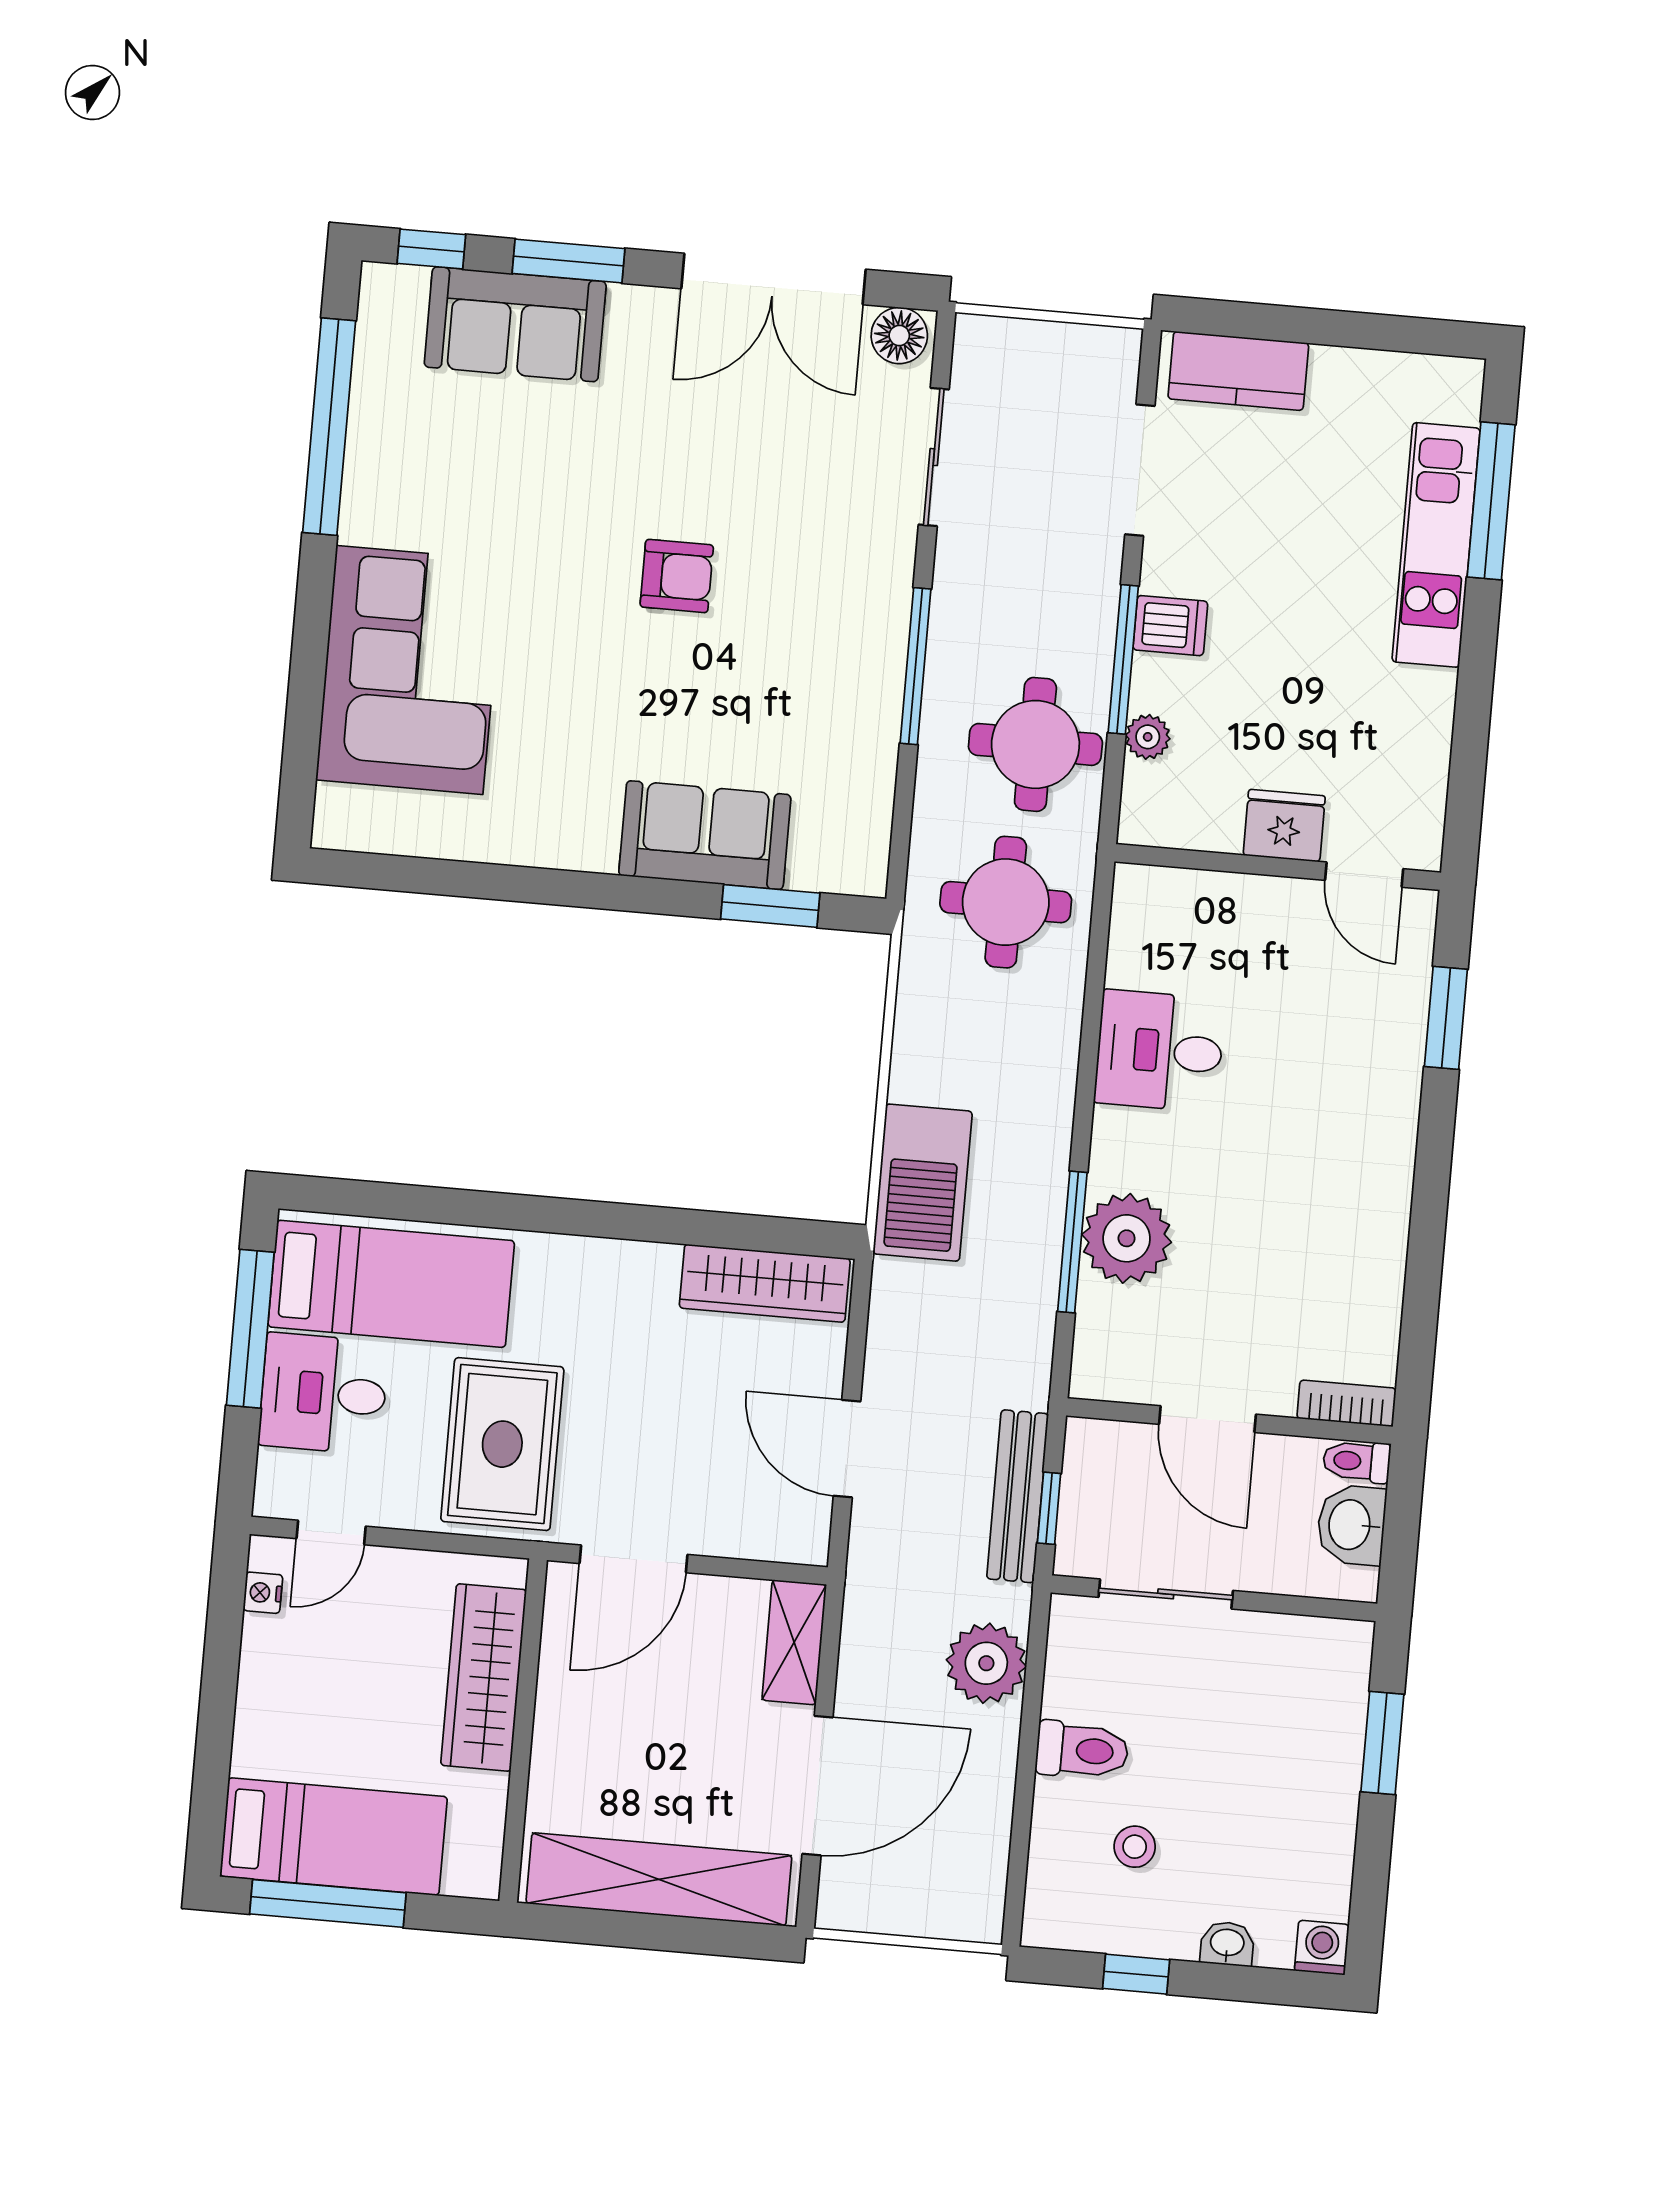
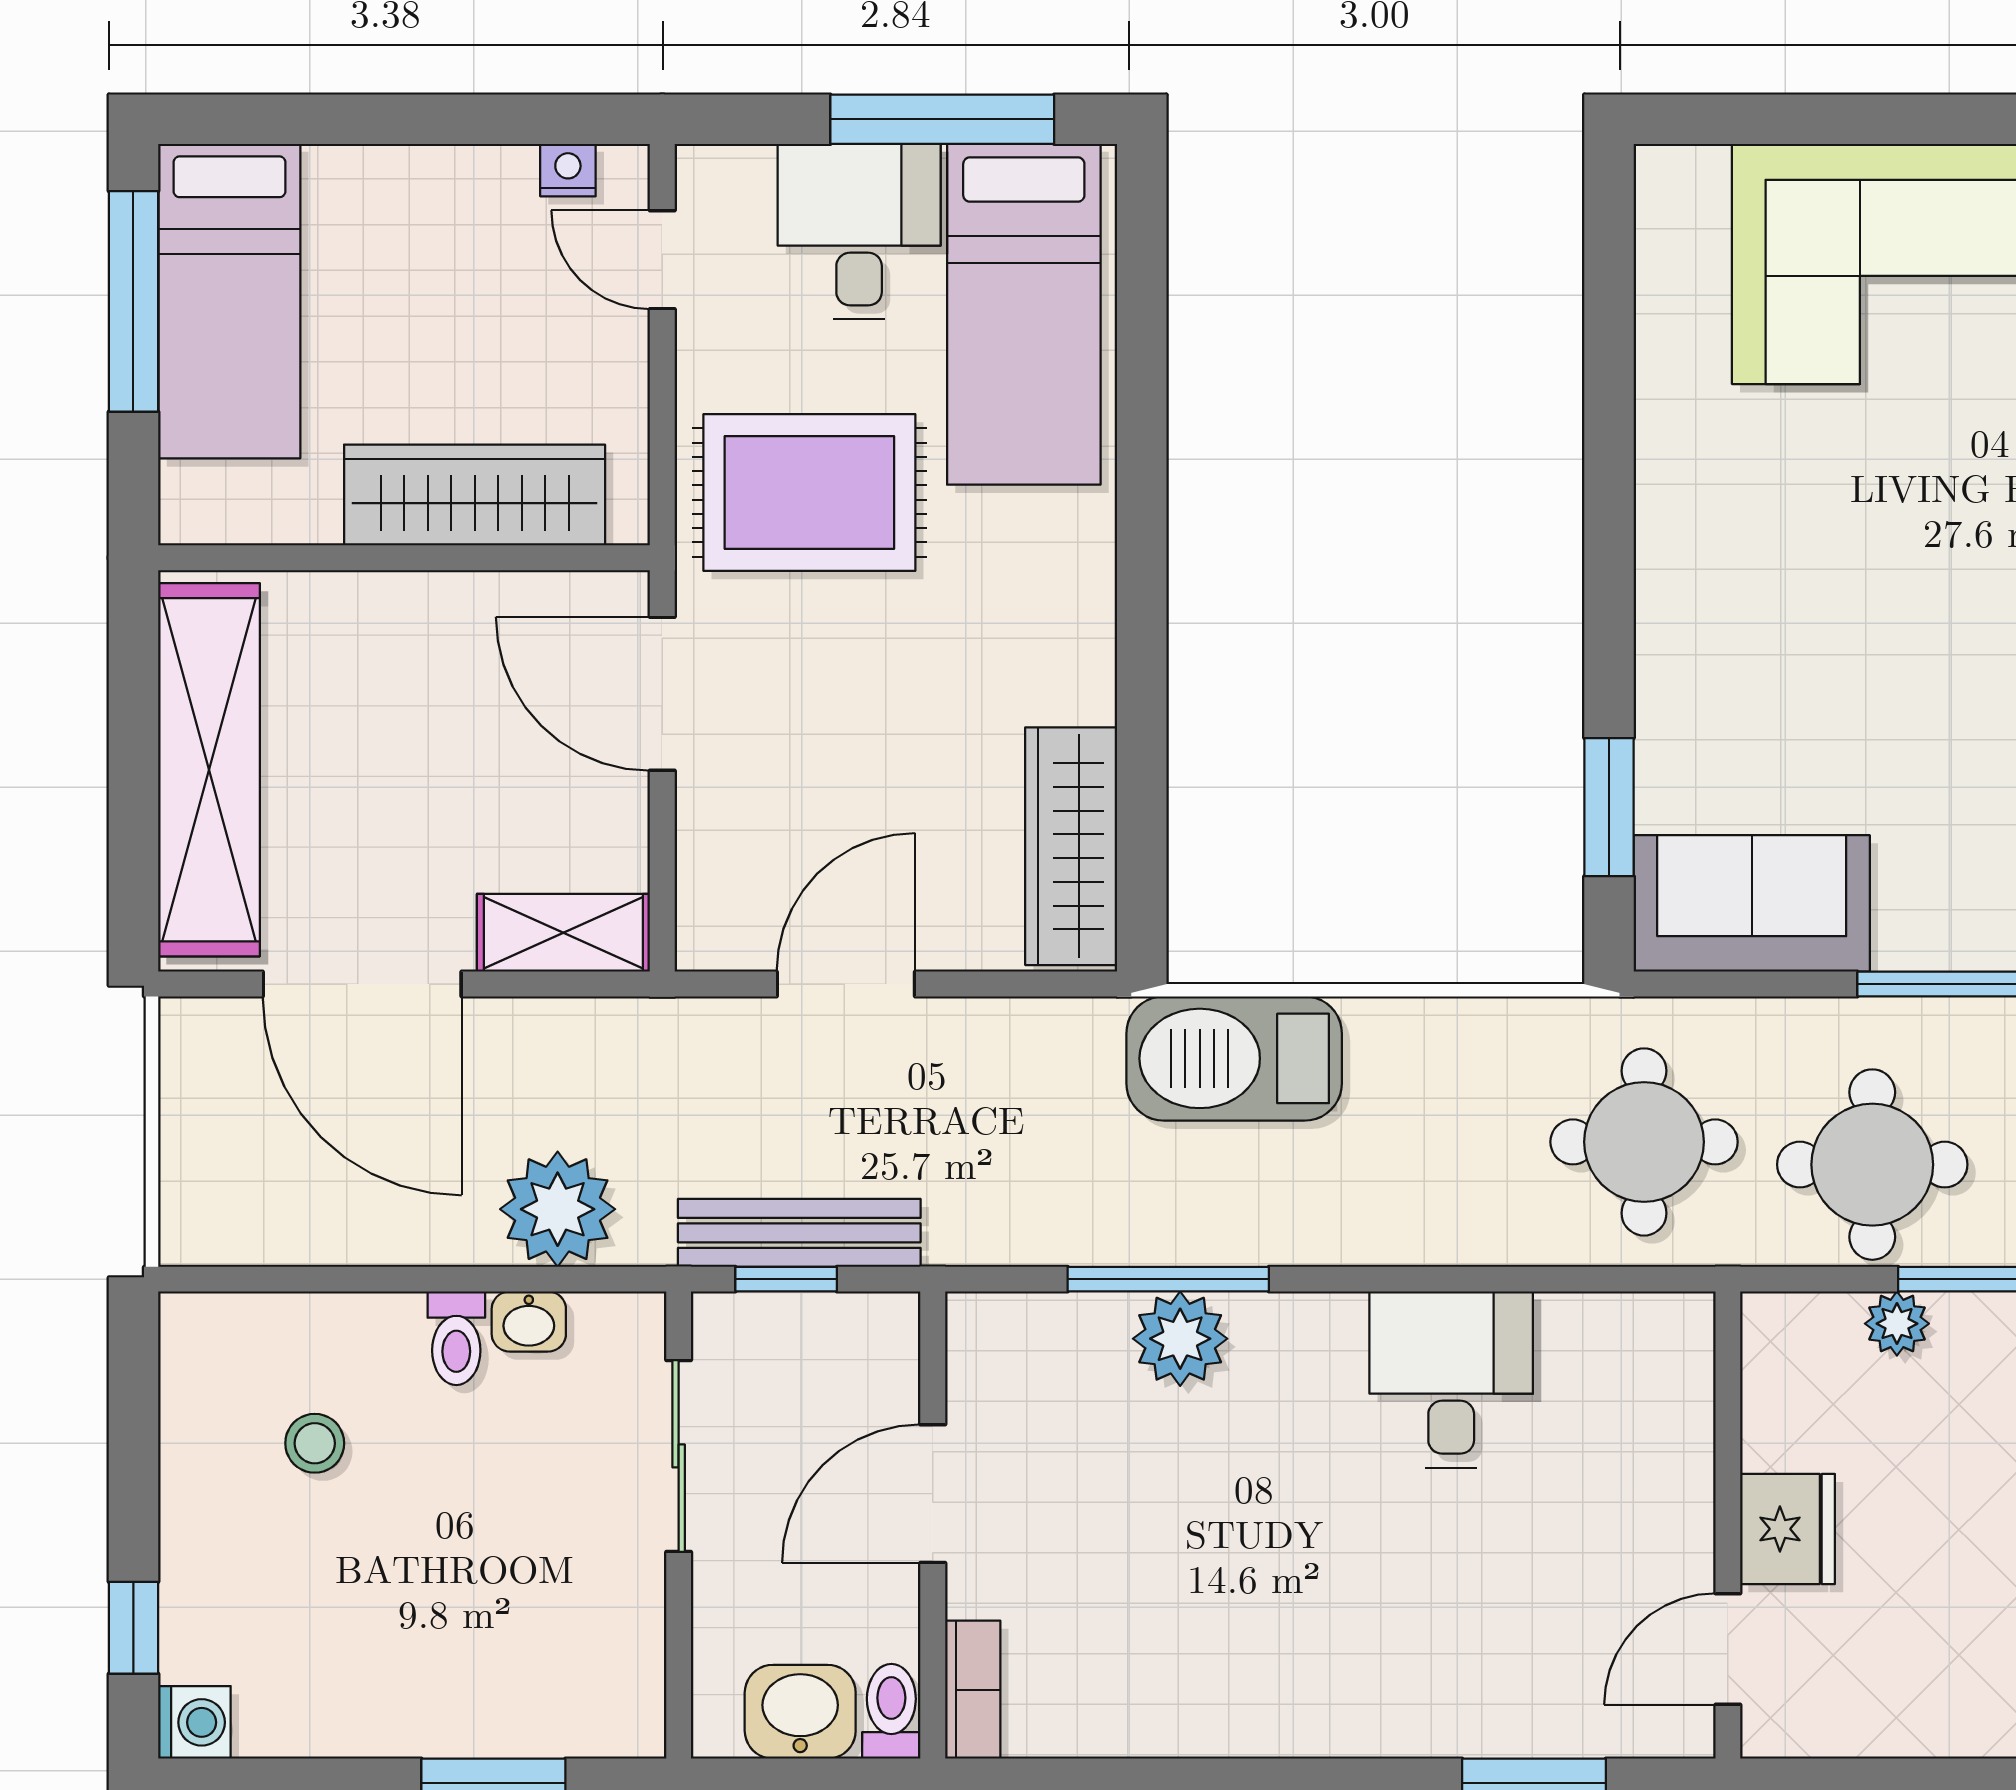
sofa: (705, 835) -> (1752, 903), moved, turned -90
plant: (1127, 1238) -> (1180, 1339), width x0.73, depth x0.73
toilet: (1082, 1750) -> (456, 1338), width x0.73, depth x0.72
washbasin: (1227, 1944) -> (529, 1321), moved, turned 90
window: (1136, 1974) -> (133, 1628), moved

